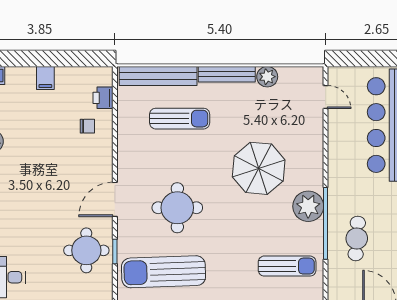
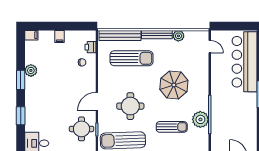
sun lounger: (180, 119) -> (132, 58), width x1.36, depth x1.34
plant: (308, 206) -> (200, 119), moved
cafe table: (357, 238) -> (226, 123), removed
sun lounger: (287, 266) -> (172, 127), moved

